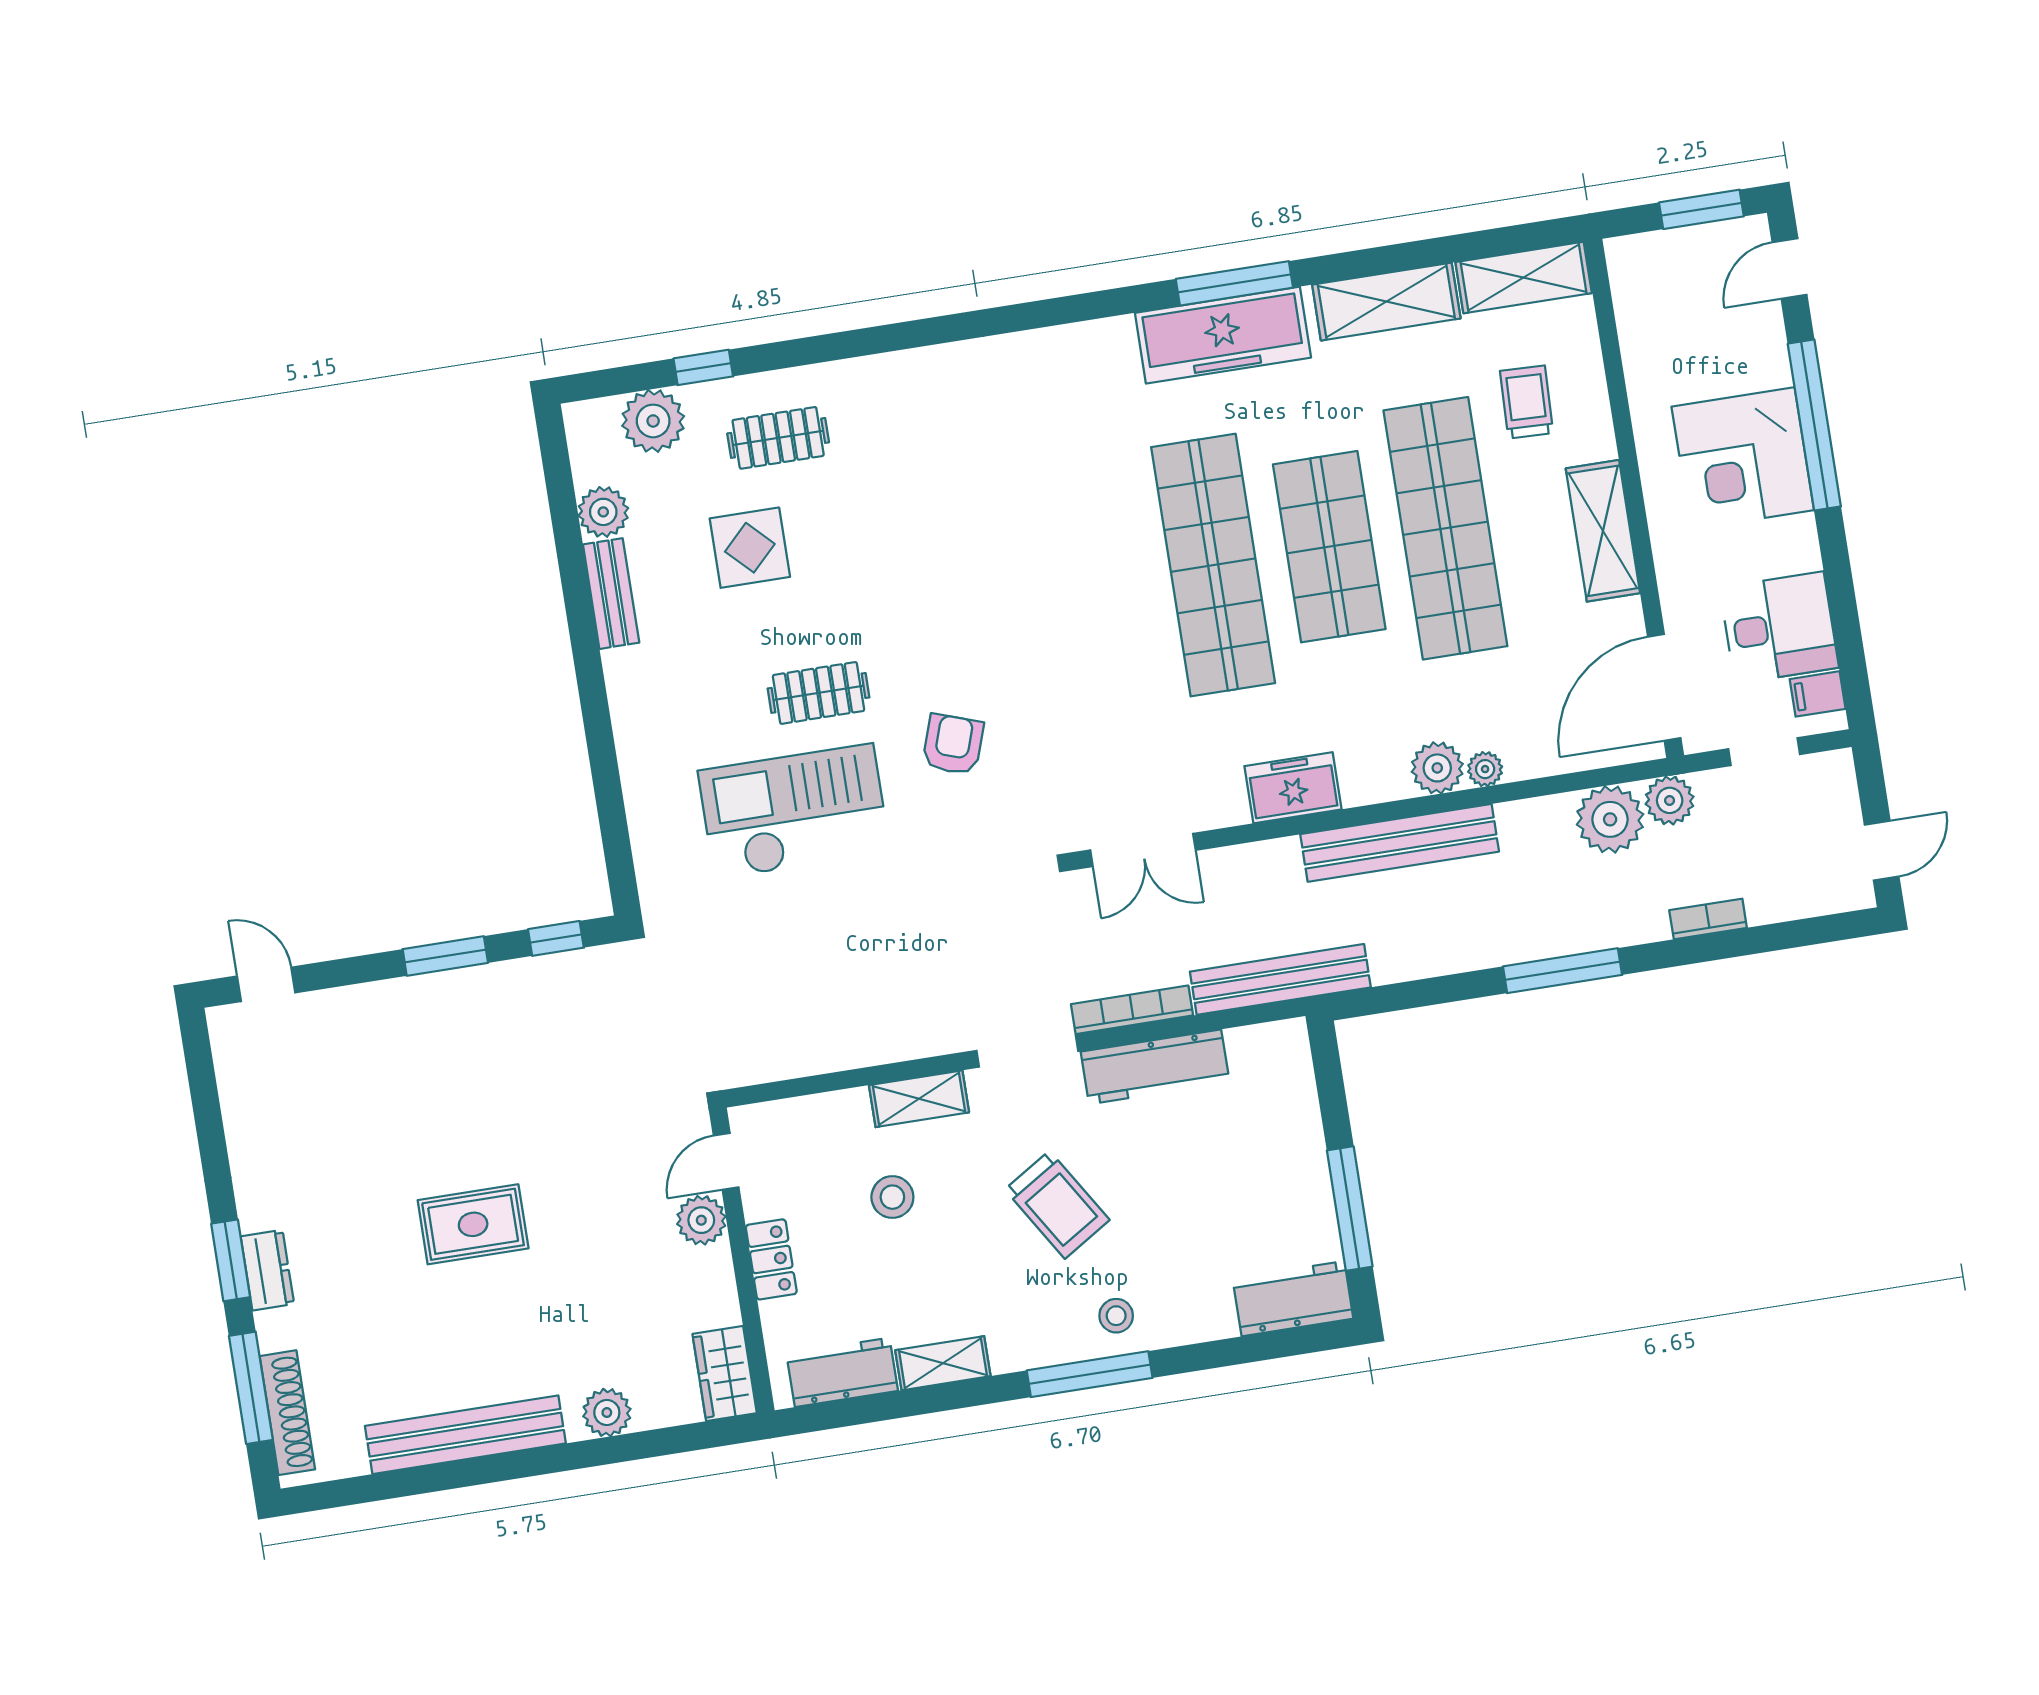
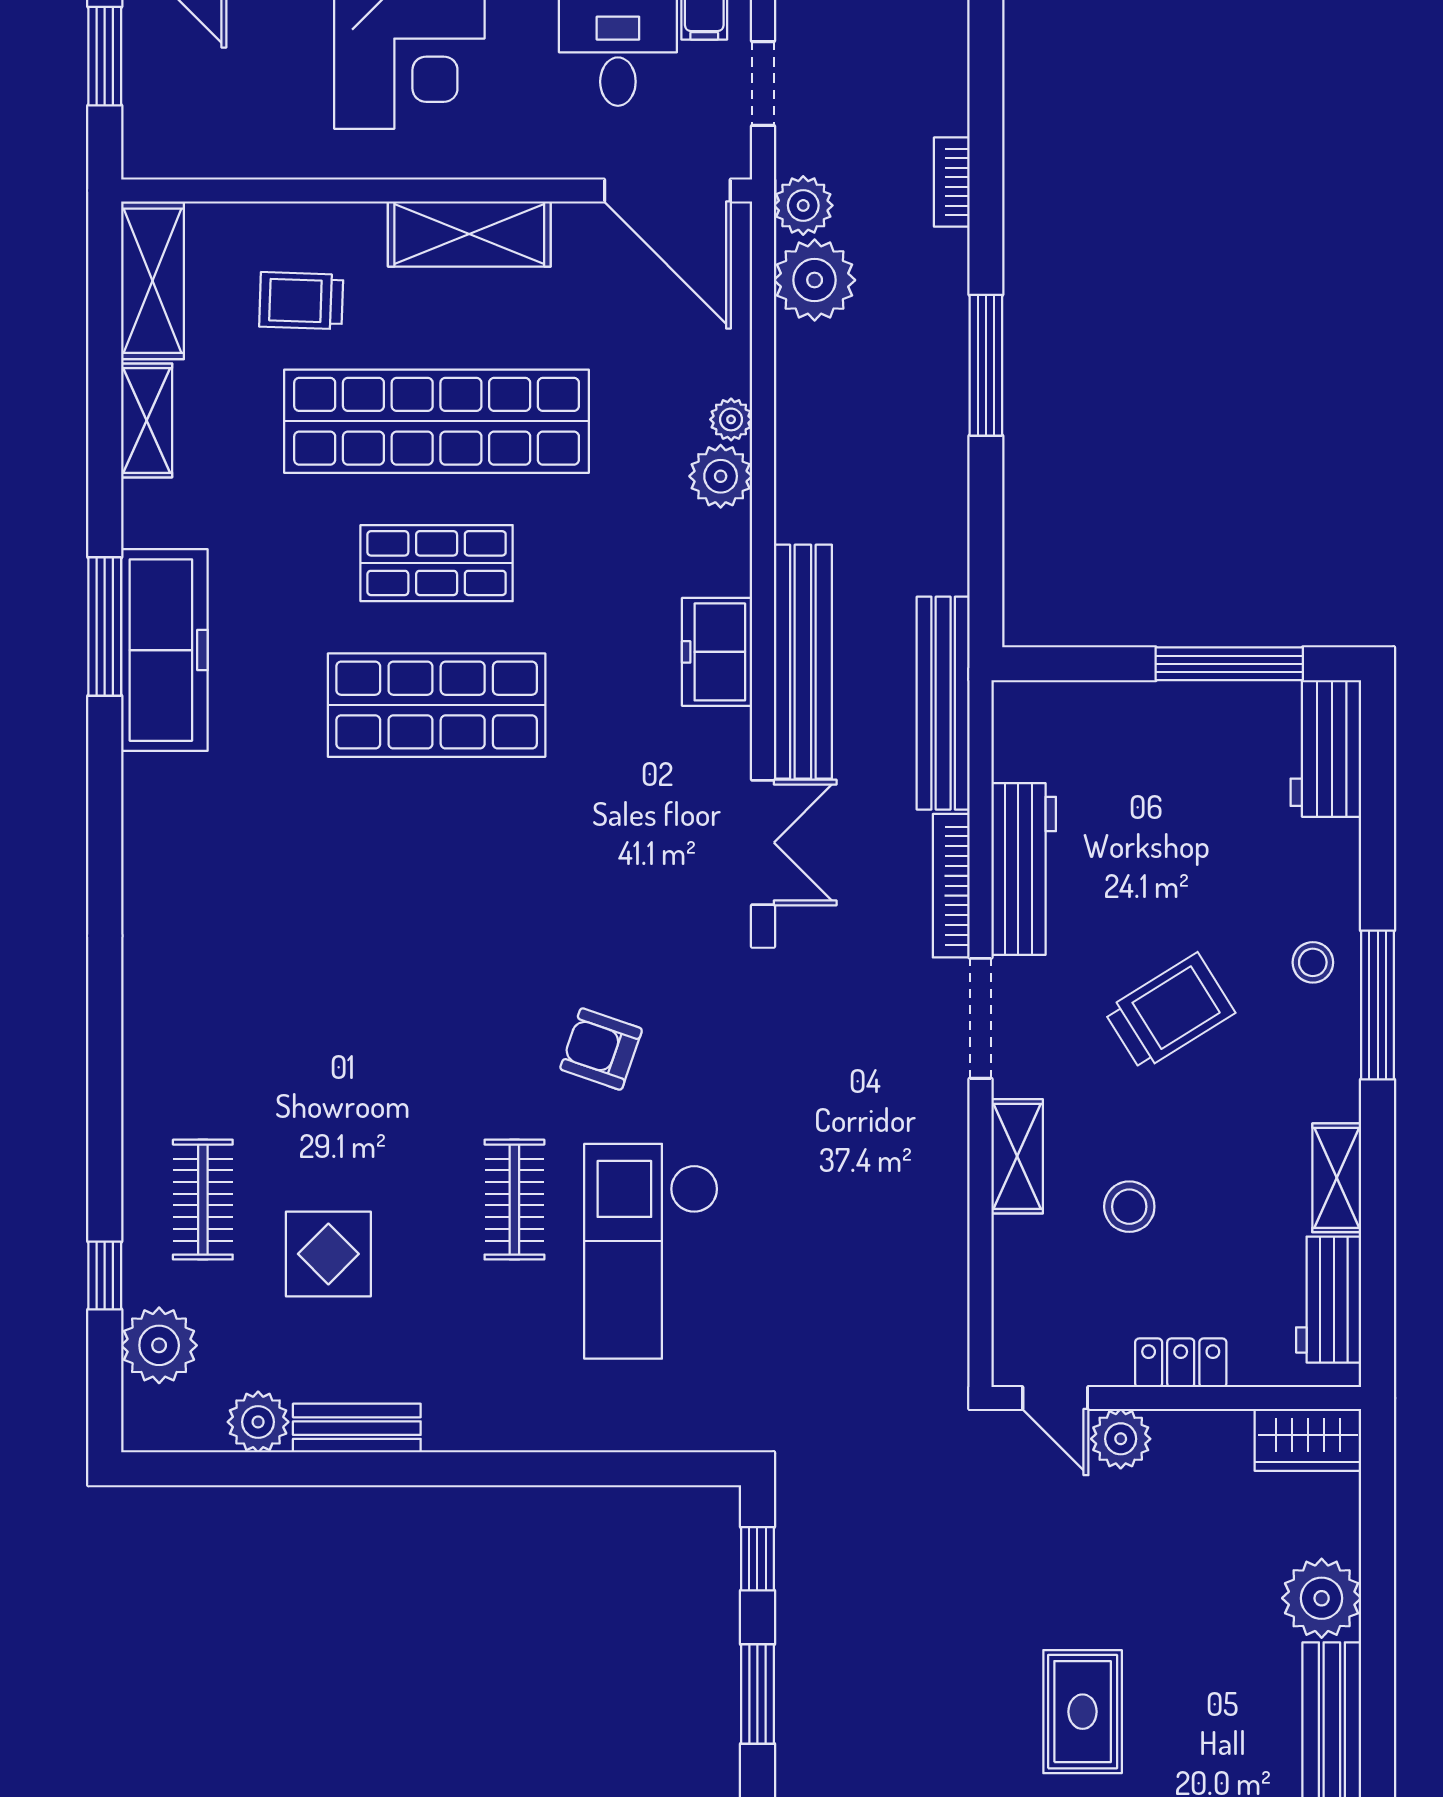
shelving: (1386, 302) -> (147, 420), width x0.67, depth x0.75
shop shelf: (1329, 547) -> (437, 563), width x0.70, depth x0.74
shop shelf: (1213, 565) -> (437, 705), width x0.71
bench: (1400, 843) -> (803, 662), moved
plant: (607, 1413) -> (1322, 1598), width x1.36, depth x1.36

